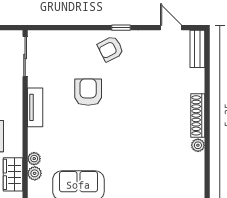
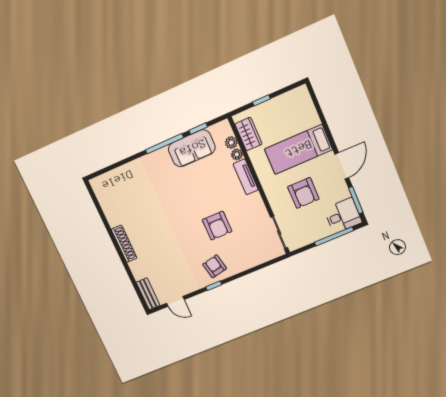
armchair: (110, 49) -> (215, 266), turned -75
tv unit: (35, 107) -> (246, 177), moved
plant: (198, 145) -> (113, 221), removed

